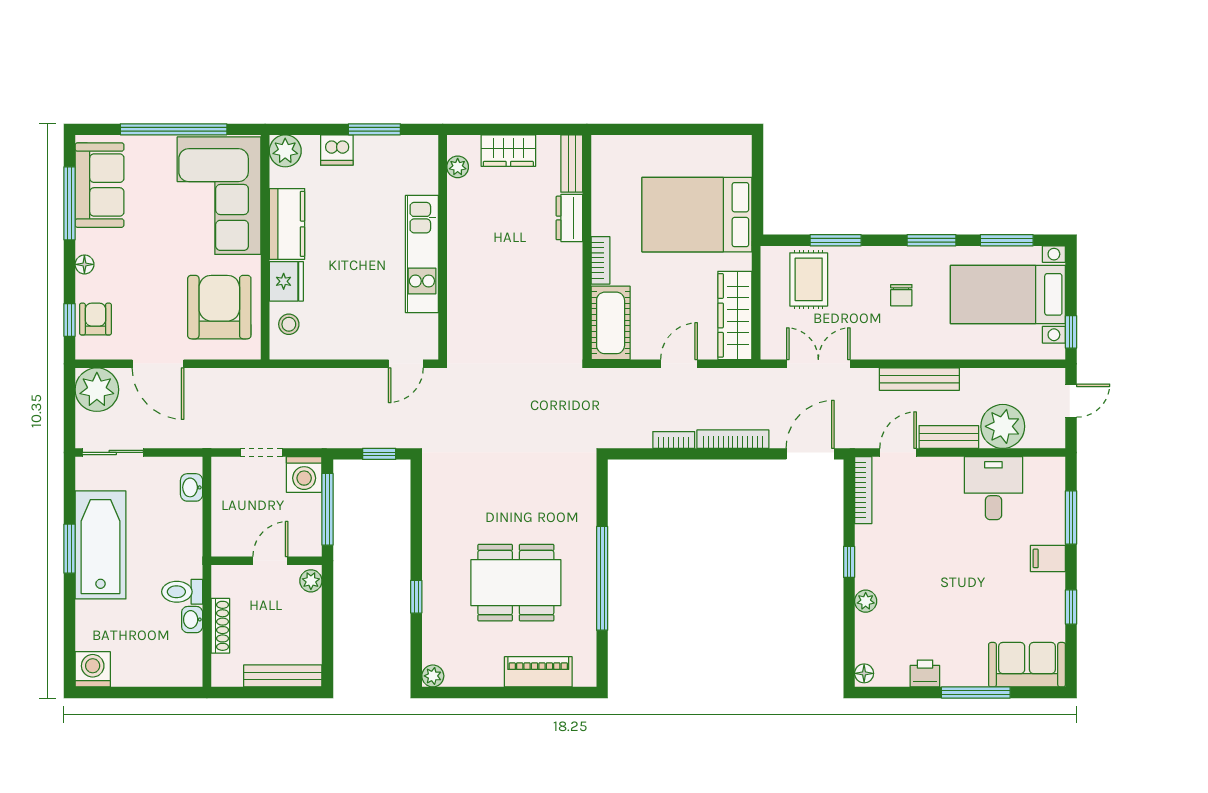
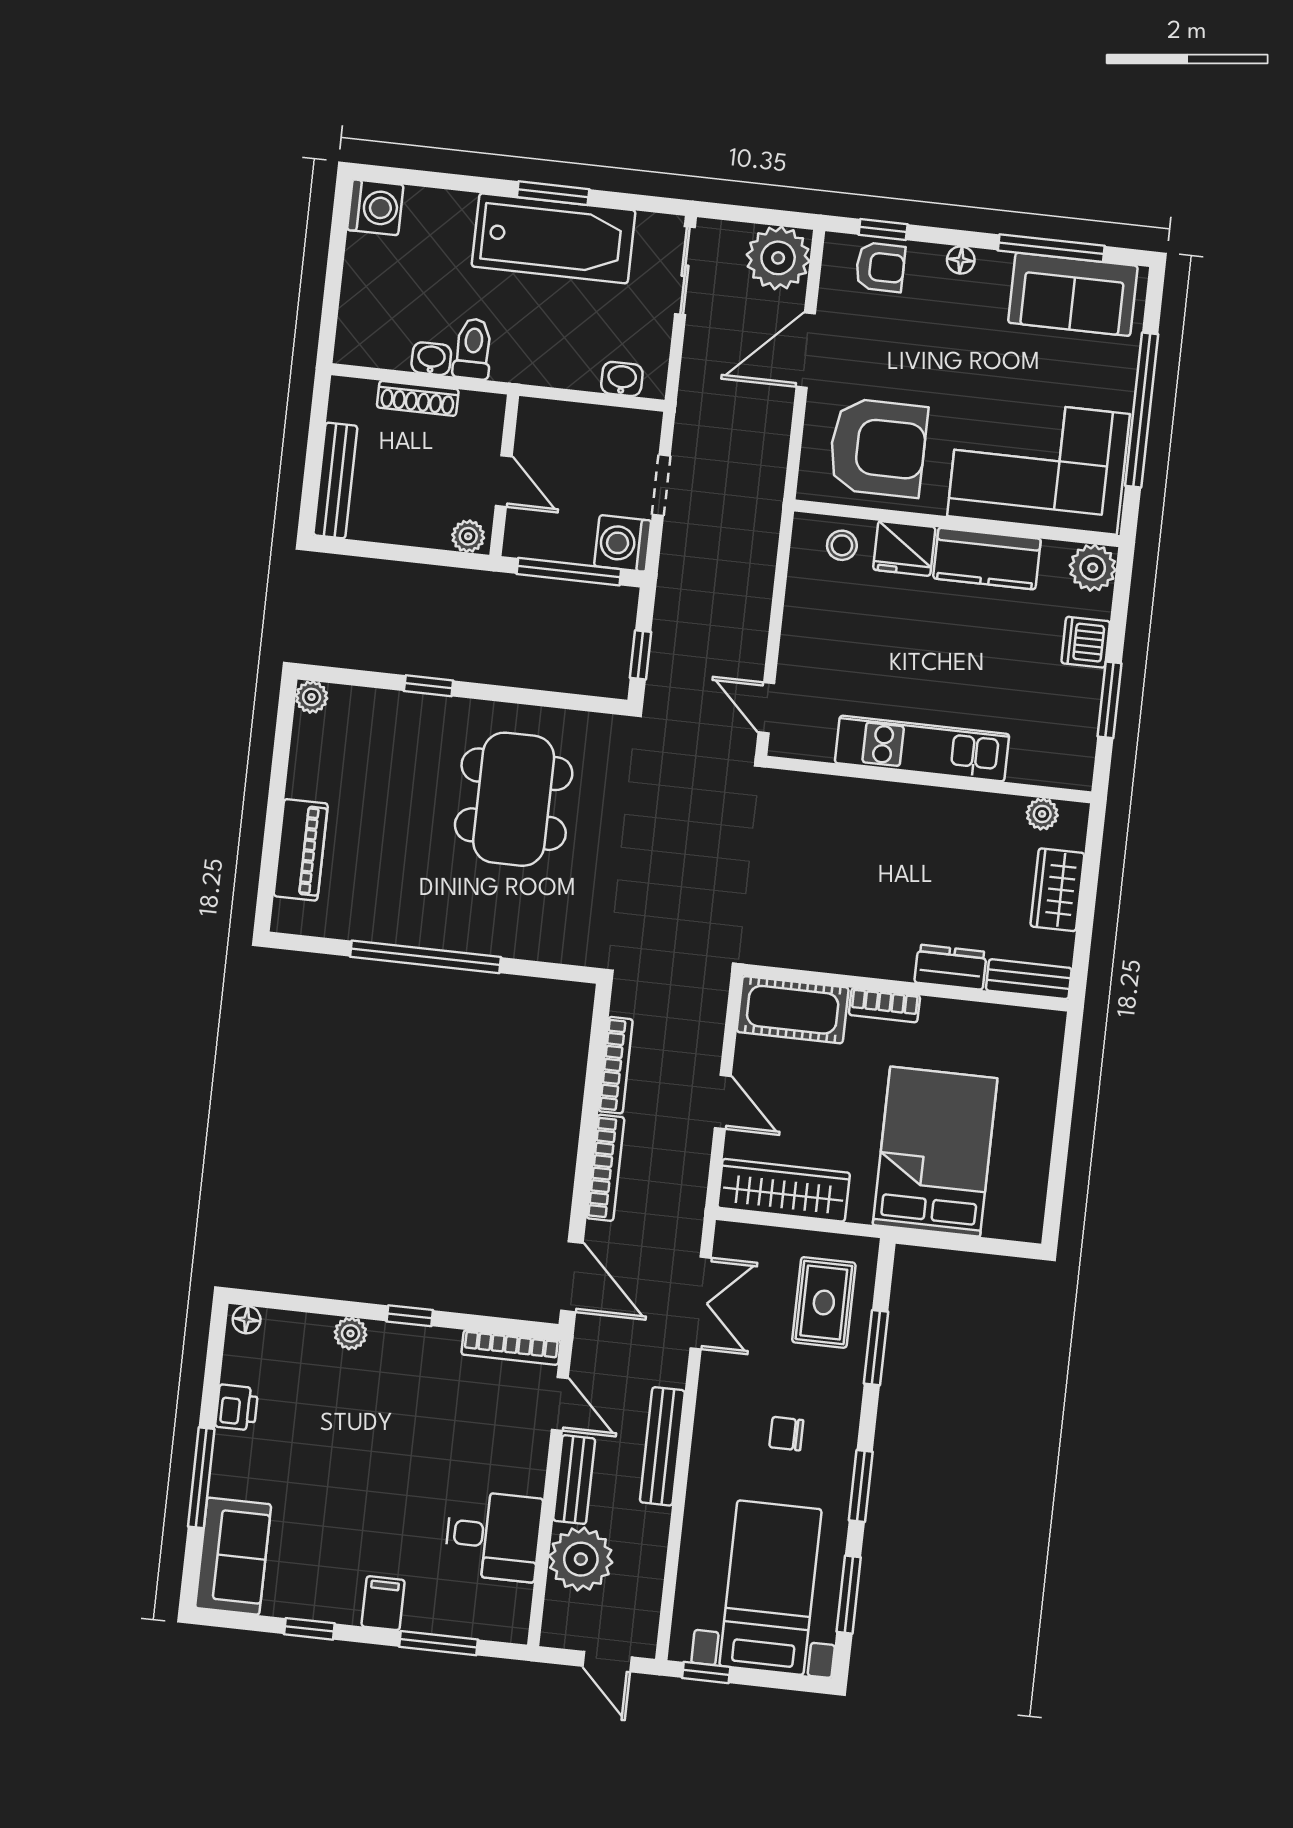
rug: (809, 279) -> (824, 1302), turned 90
bookcase: (674, 440) -> (616, 1065), width x1.56
dining table: (516, 583) -> (514, 799), moved

